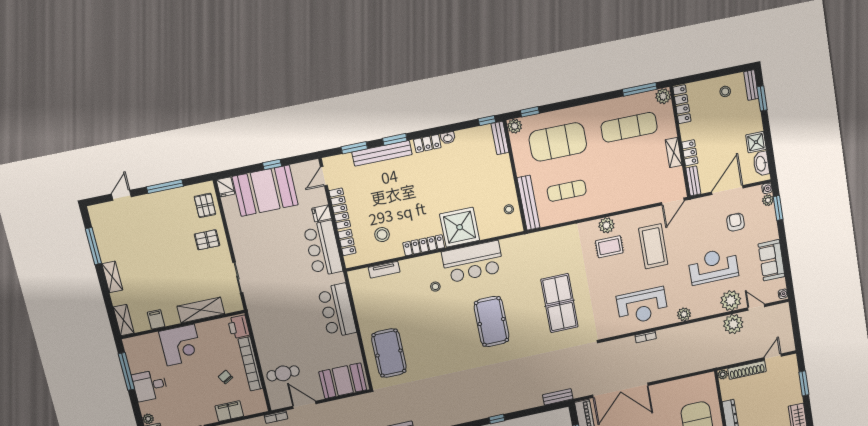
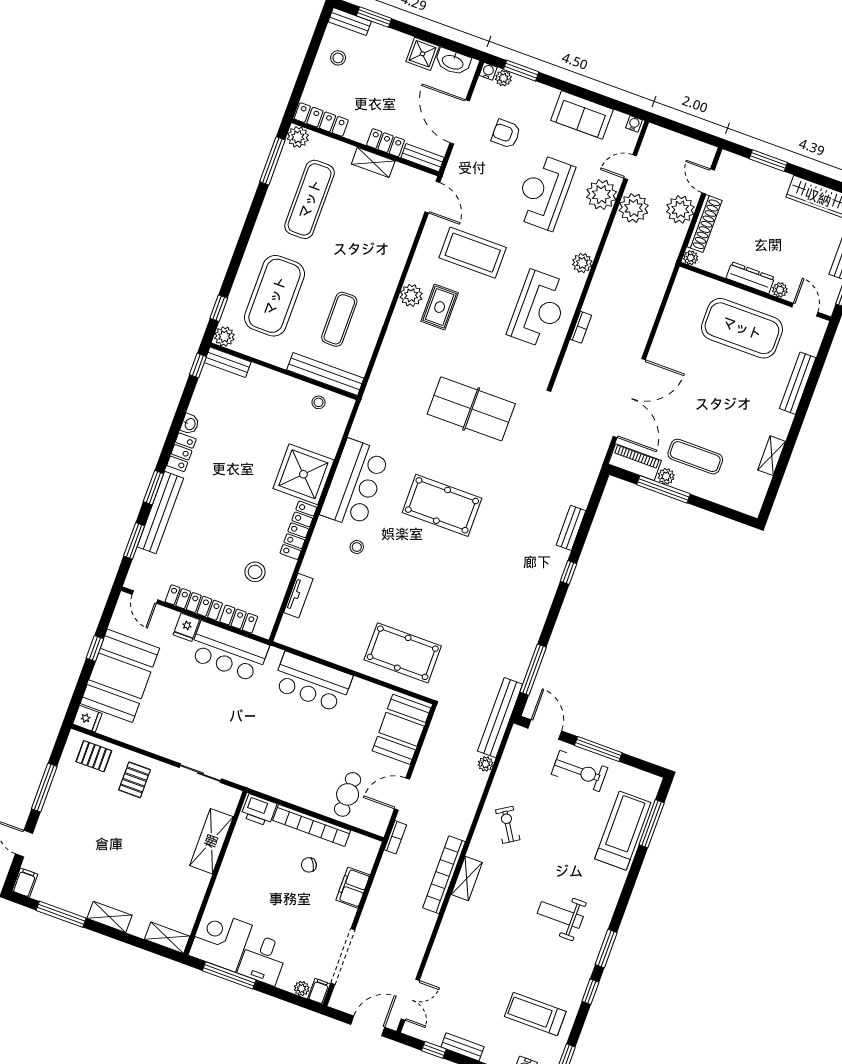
filing cabinet: (156, 319) -> (25, 883), moved, turned 90
corner desk: (181, 345) -> (220, 940), moved, turned -90
plant: (748, 351) -> (680, 209), added
bench: (558, 397) -> (571, 528), moved

